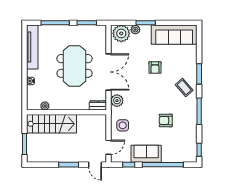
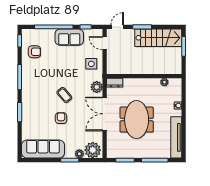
coffee table: (184, 87) -> (64, 95), moved
armchair: (166, 120) -> (34, 52), moved
stairs: (52, 124) -> (158, 38), moved, turned 180
door: (109, 147) -> (105, 43), hinge flipped
door: (95, 165) -> (117, 27), hinge flipped

